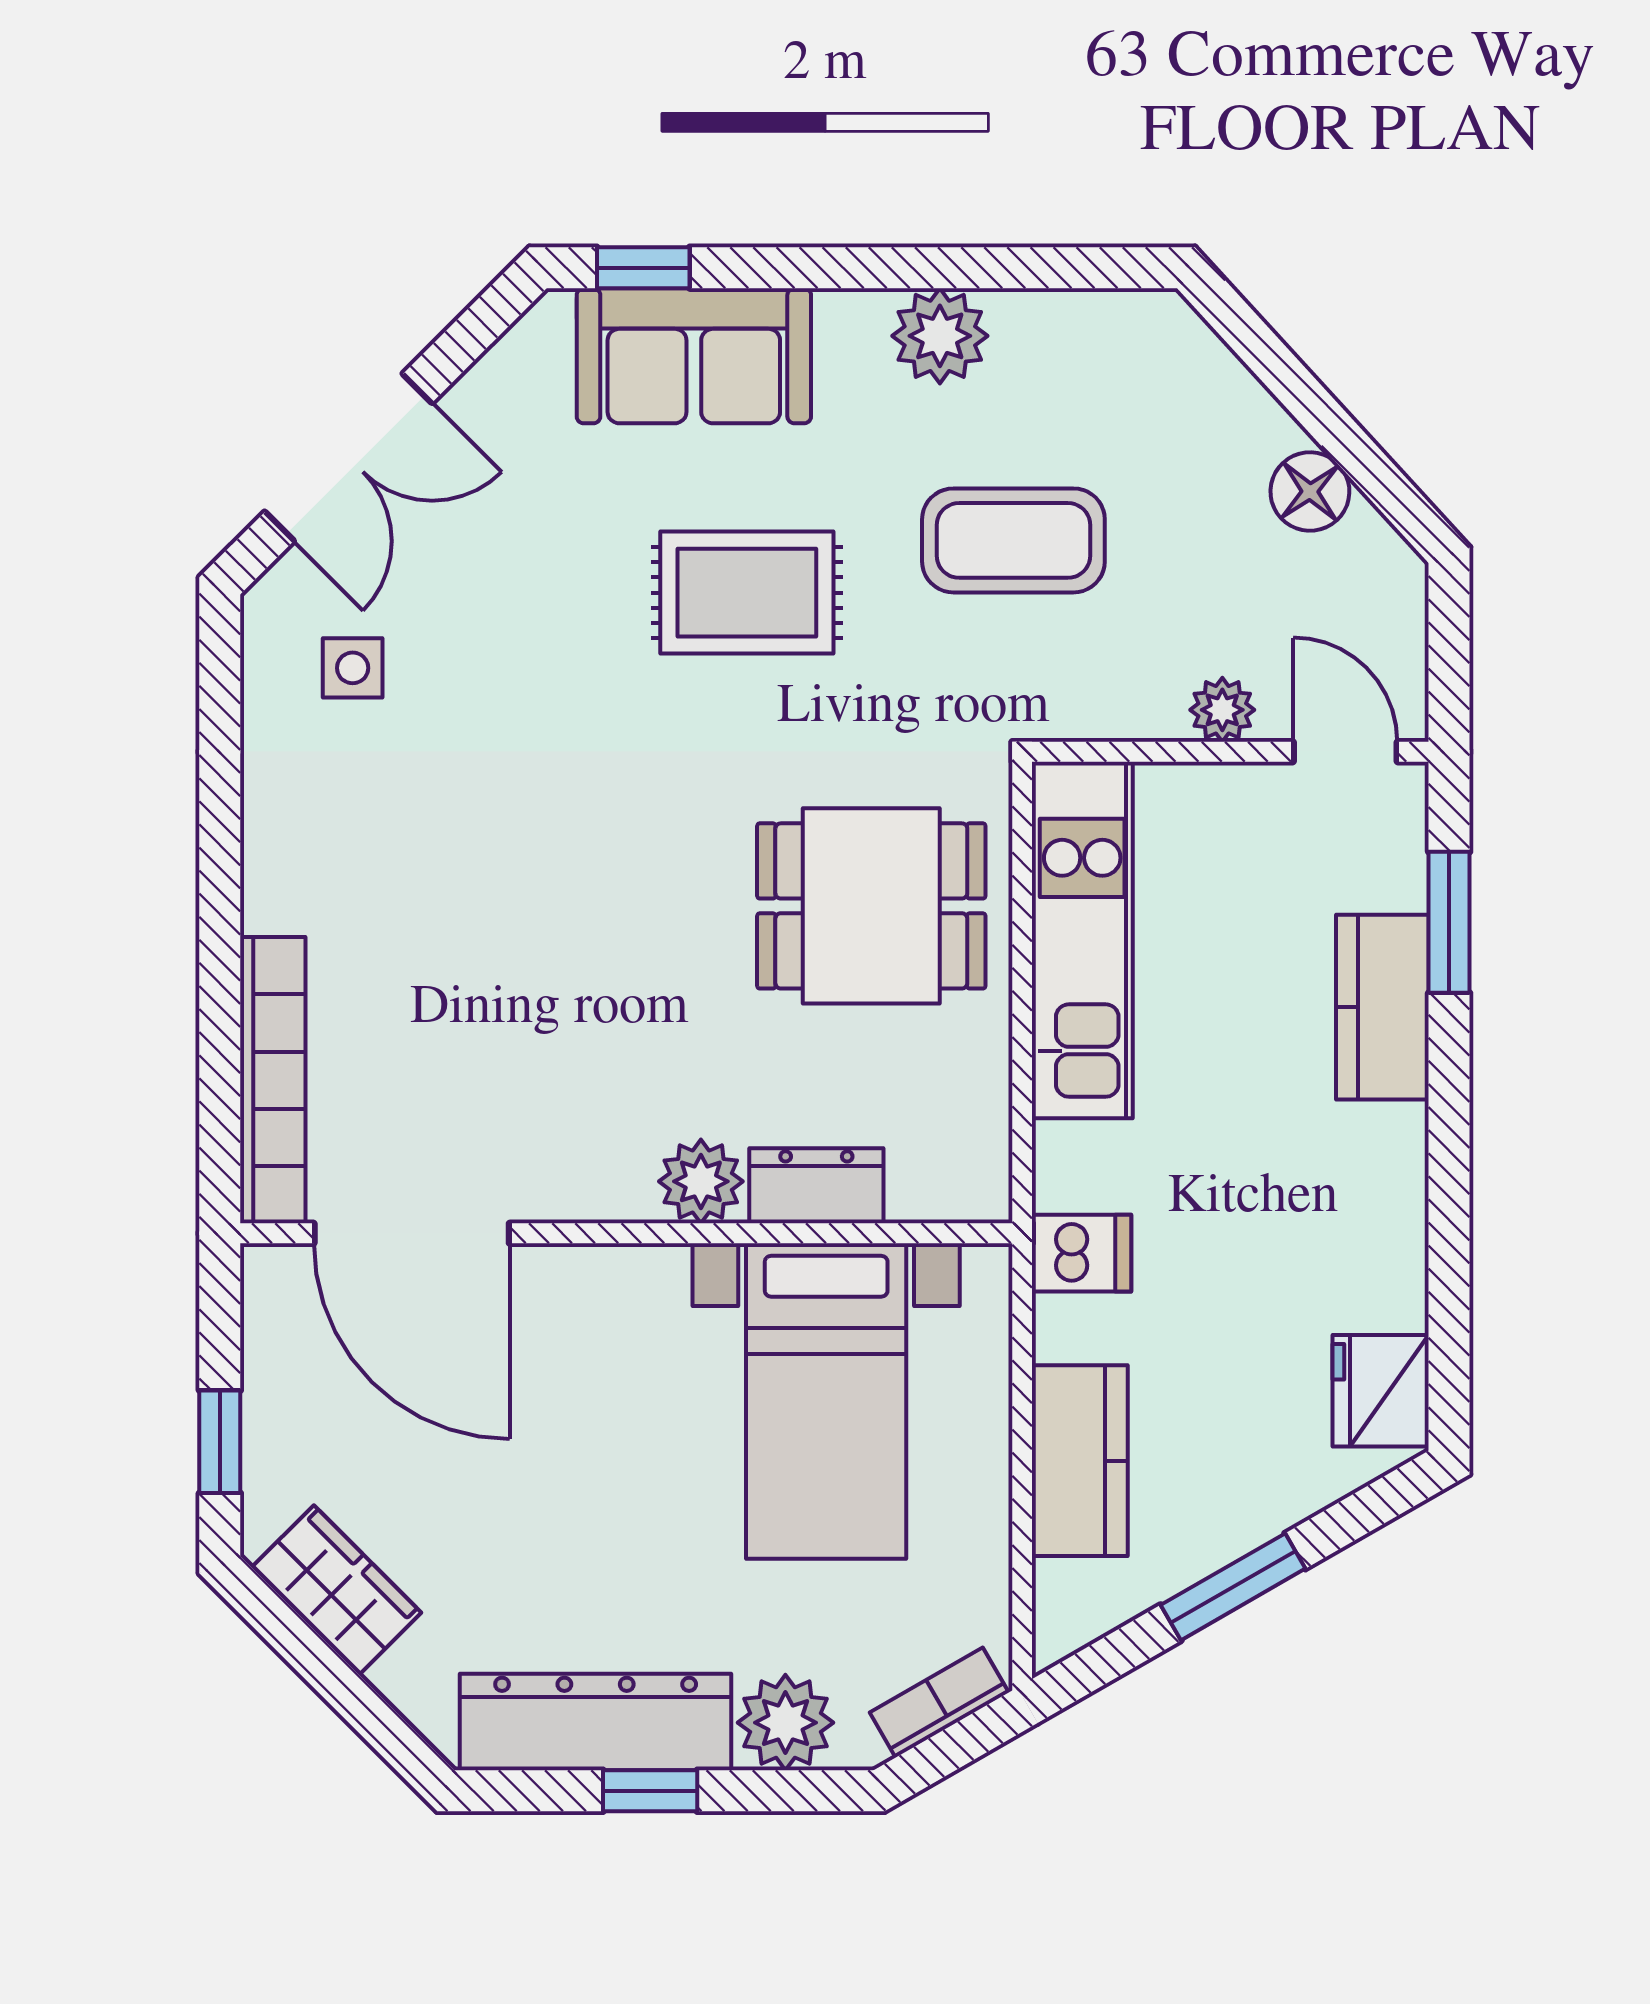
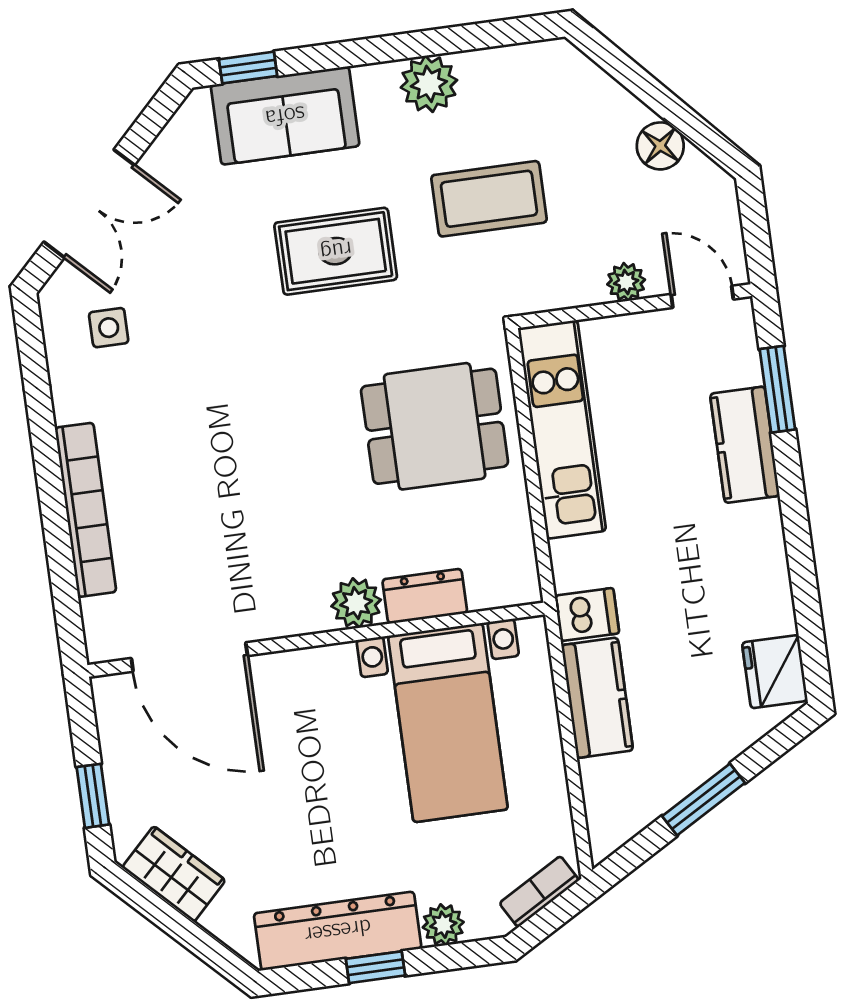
bookcase: (273, 1080) -> (86, 510), moved
kitchen counter: (1080, 1461) -> (597, 698), moved
plant: (785, 1723) -> (443, 925), width x0.73, depth x0.73

